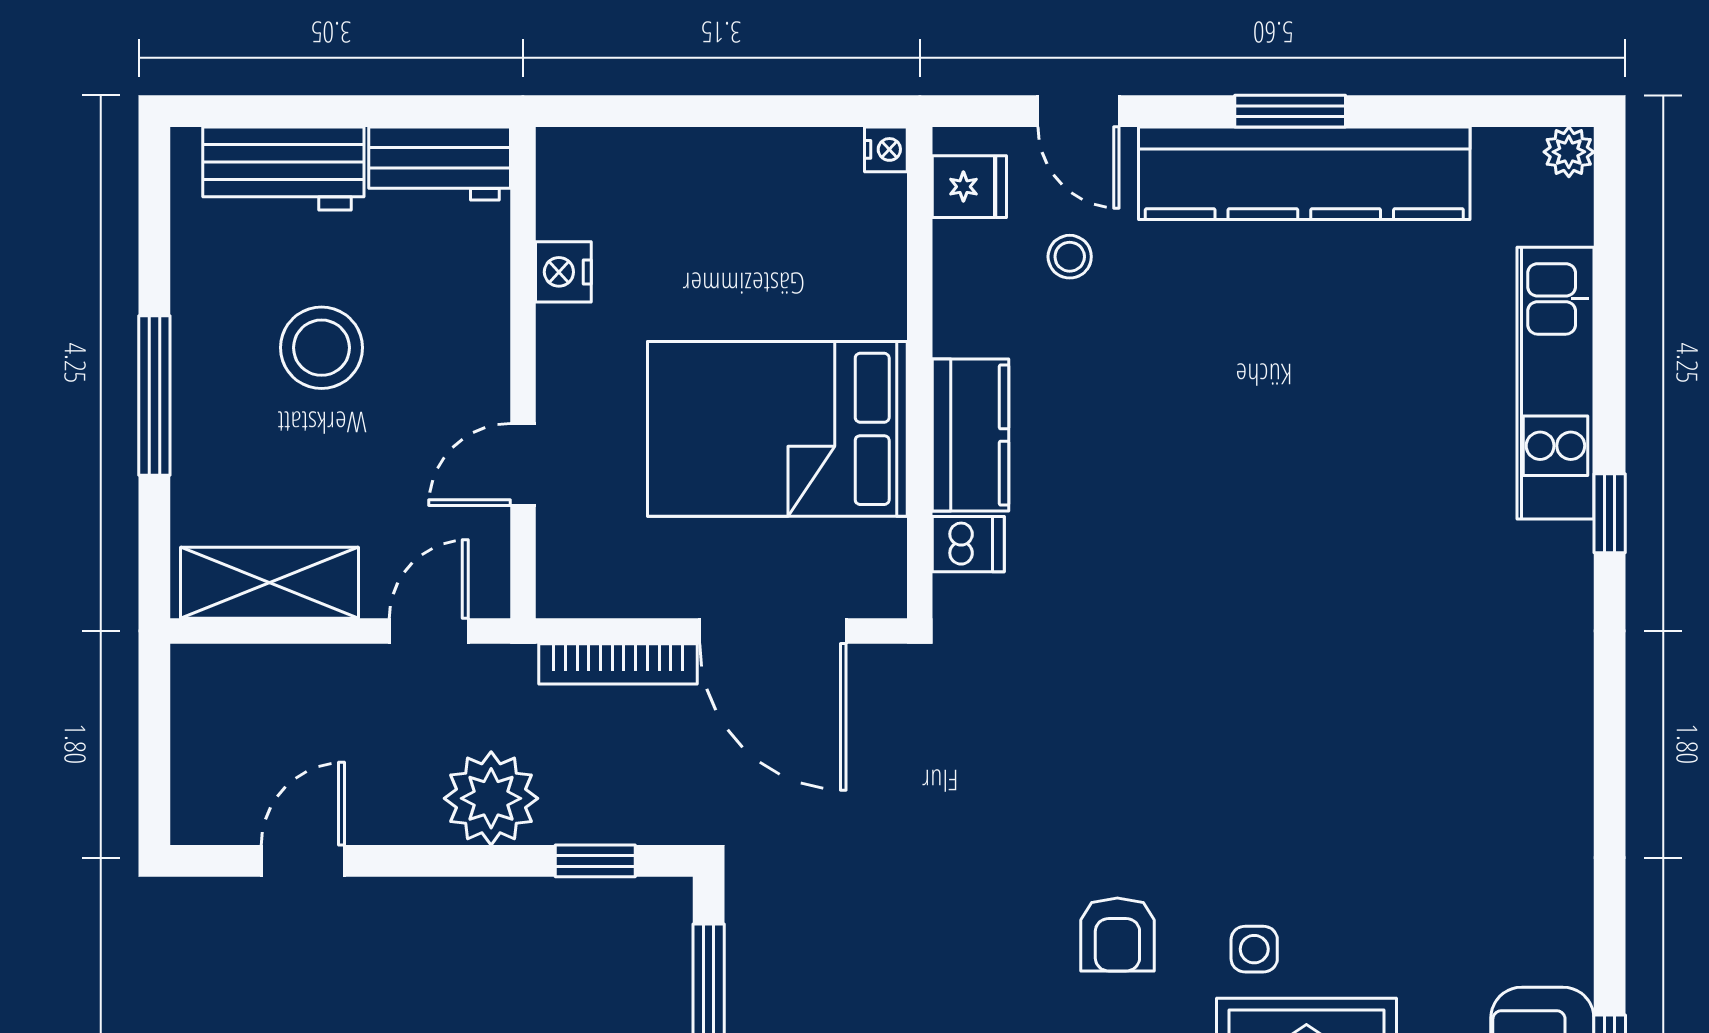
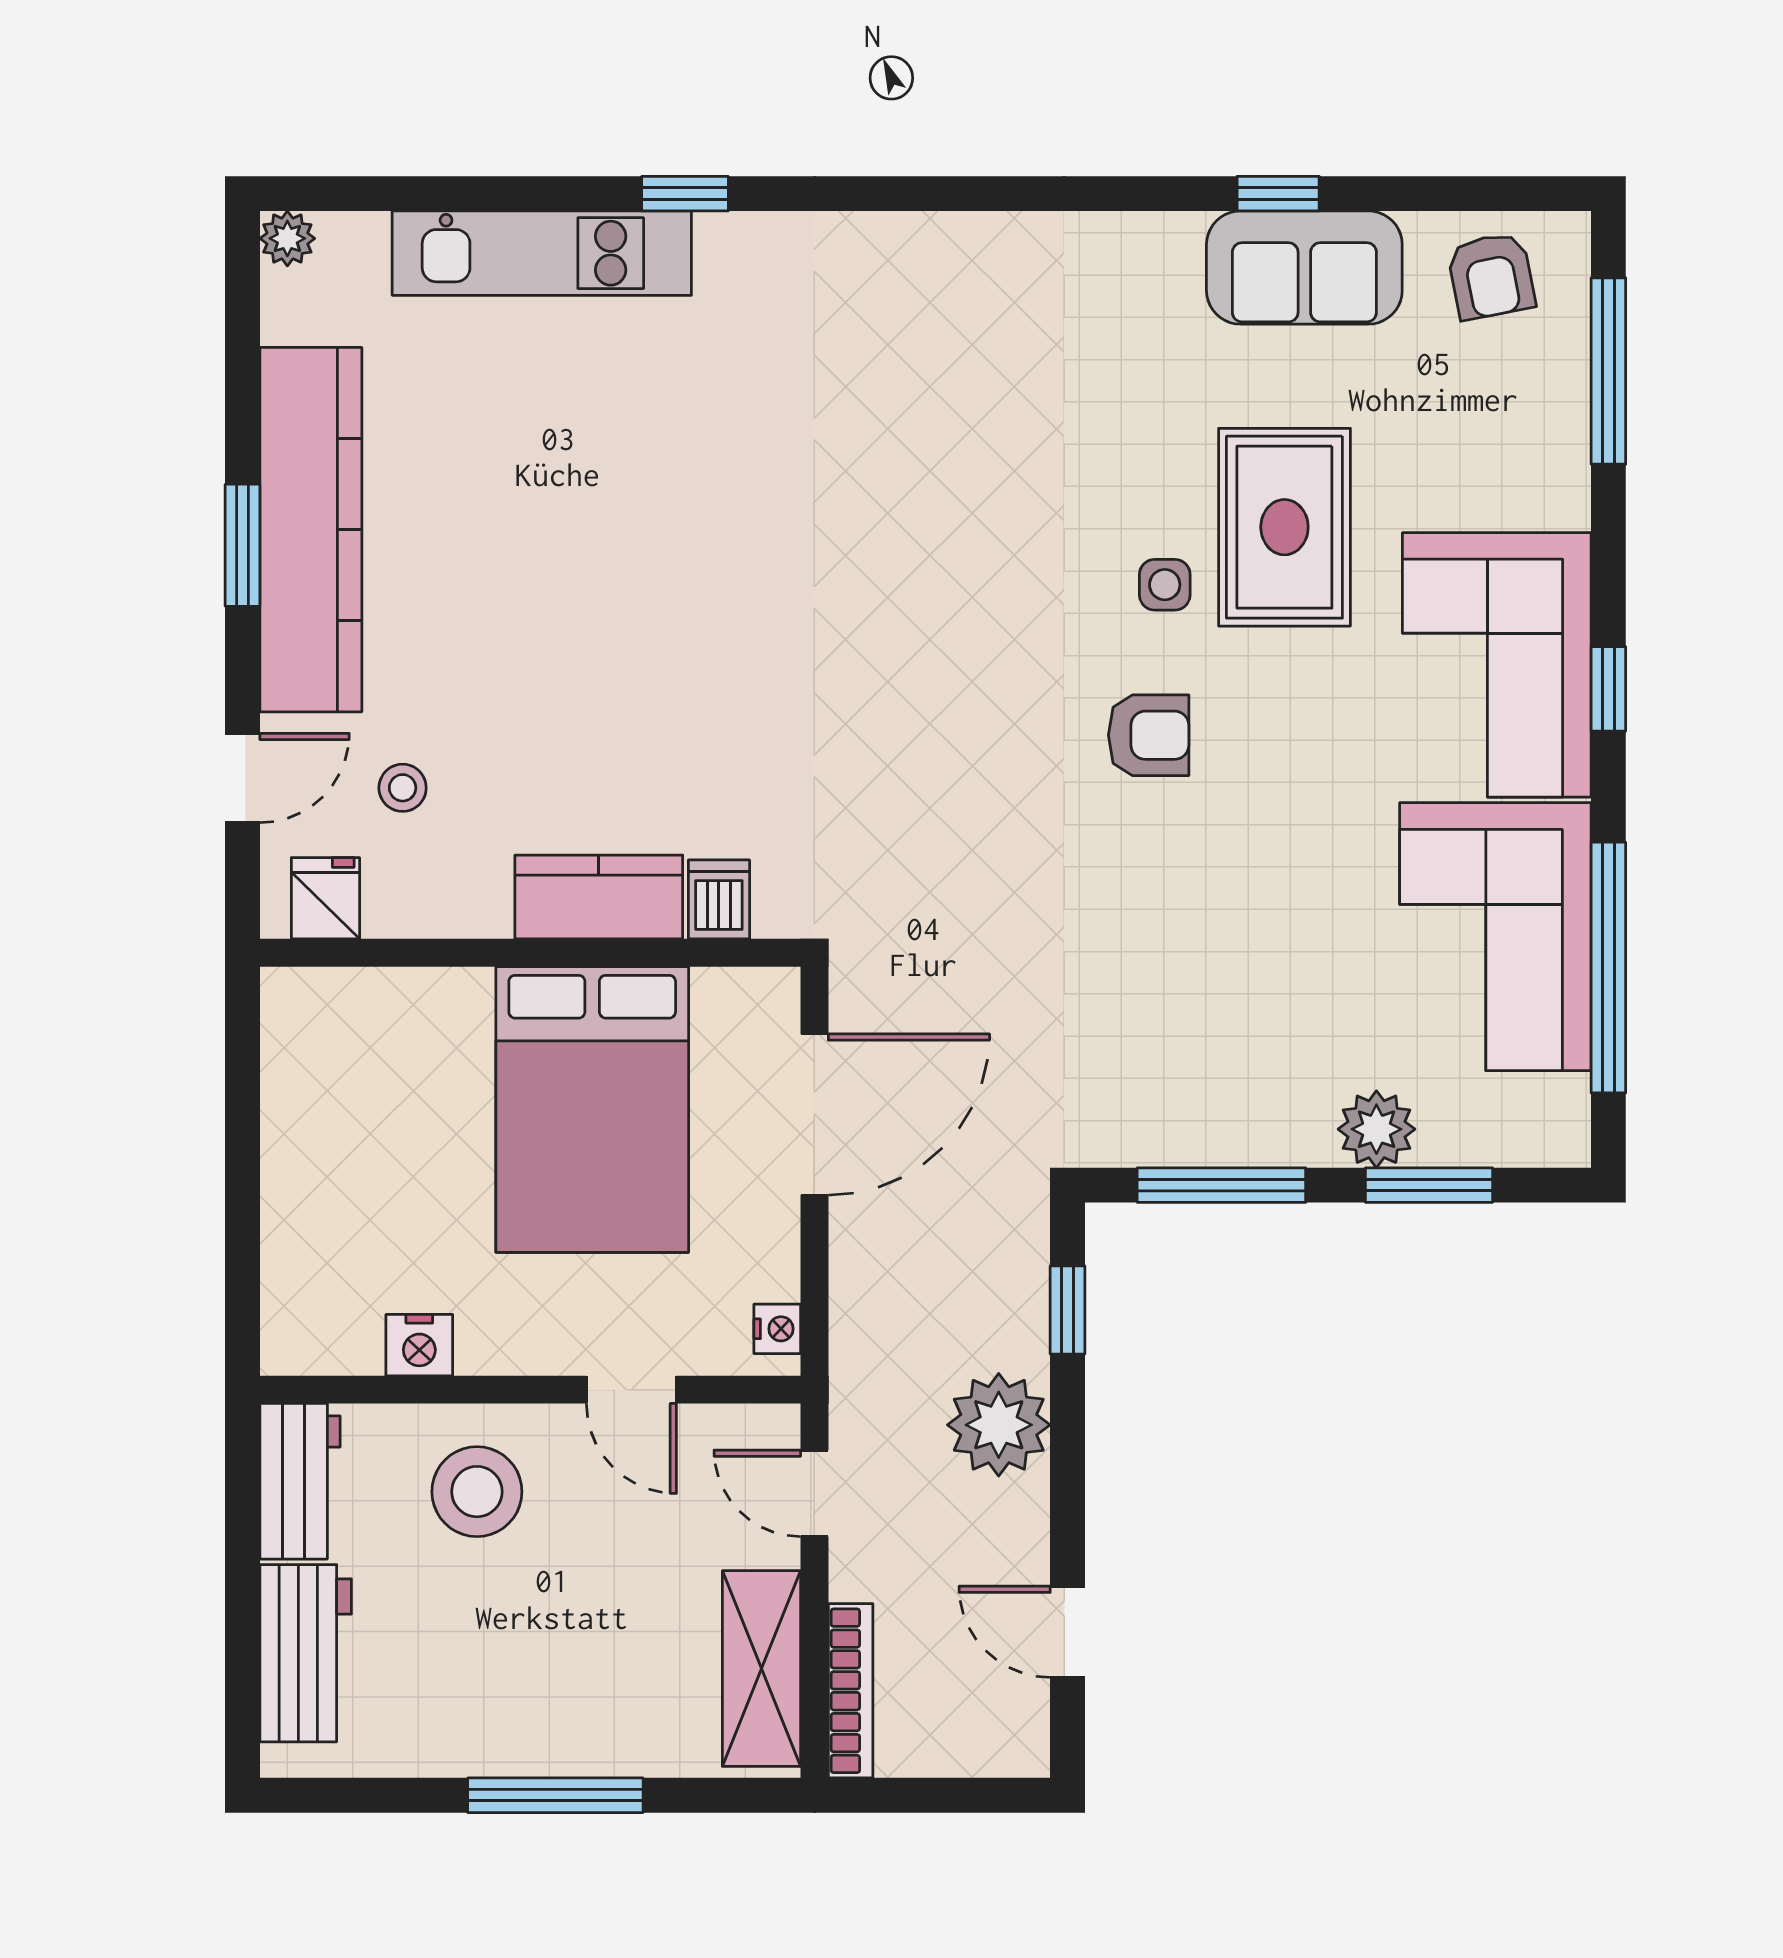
nightstand: (886, 149) -> (777, 1329), moved, turned 90
stool: (321, 348) -> (477, 1492), moved
bookcase: (618, 664) -> (851, 1691), moved

